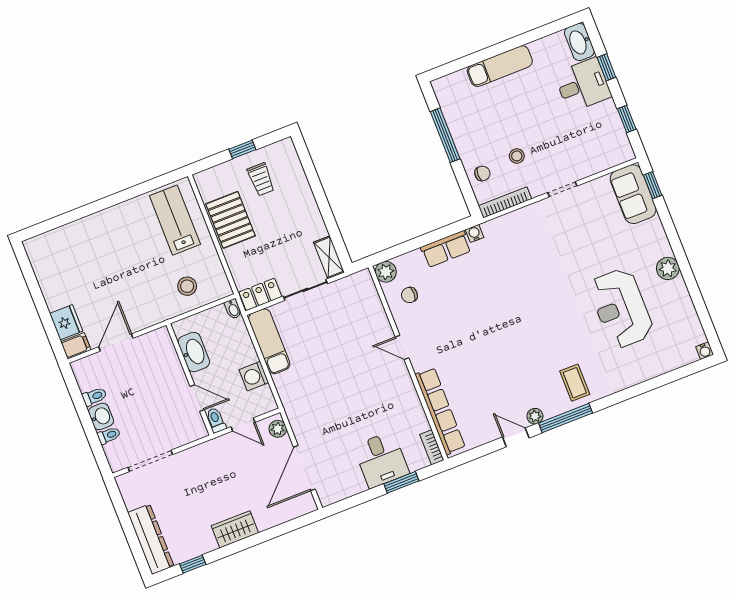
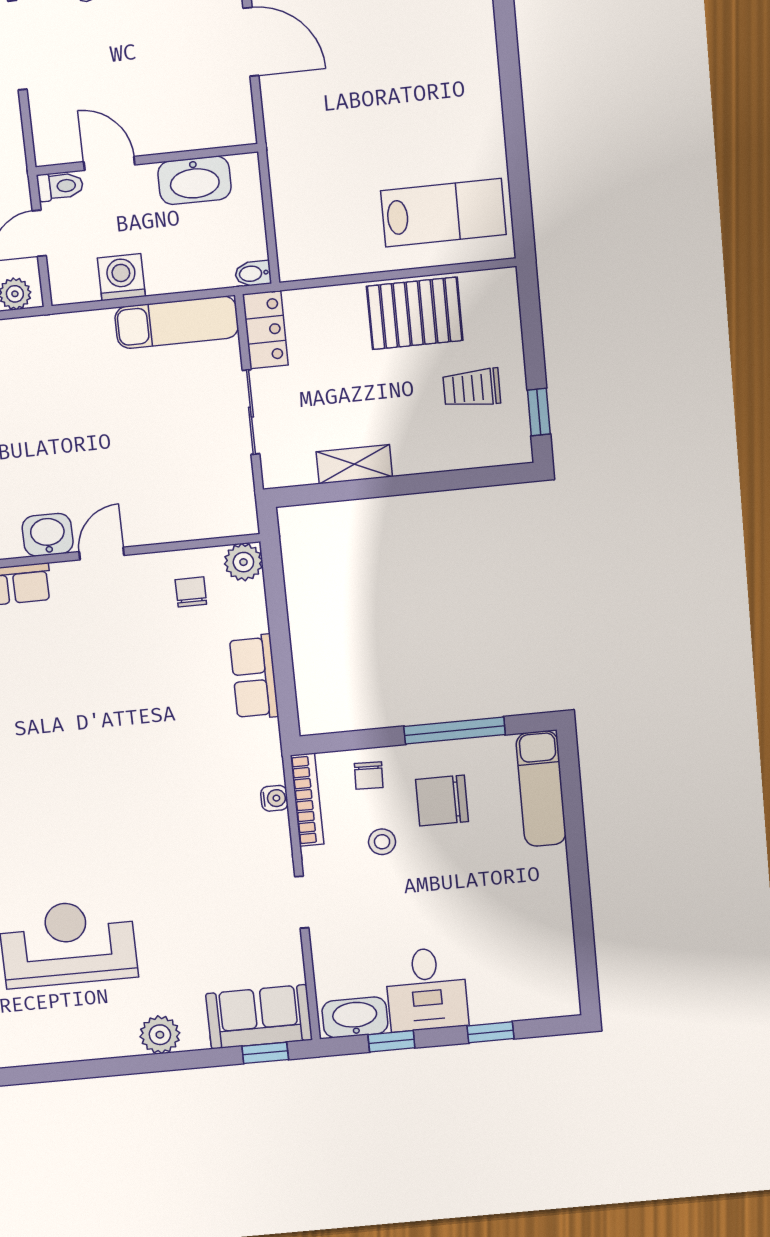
washbasin: (579, 42) -> (355, 1017), moved
exam couch: (500, 66) -> (541, 789), moved
desk: (583, 85) -> (427, 989), moved
chair: (485, 131) -> (442, 801), added
window: (242, 149) -> (539, 412), moved
water cooler: (474, 233) -> (274, 798), moved
shelving: (329, 257) -> (354, 464), moved
plant: (668, 268) -> (160, 1035), moved
stool: (187, 286) -> (317, 202), removed
washbasin: (400, 378) -> (48, 535), added
door: (197, 398) -> (109, 163), swing flipped

